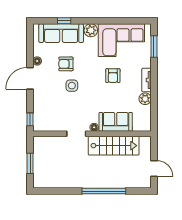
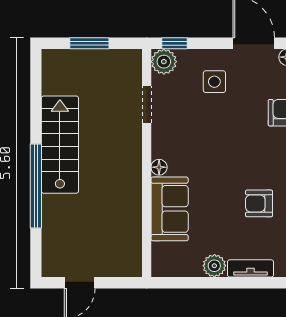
side table: (72, 86) -> (214, 82), moved
plant: (39, 125) -> (164, 62), added
doorway: (76, 134) -> (147, 104), moved
stairs: (114, 146) -> (60, 145), moved, turned 180

